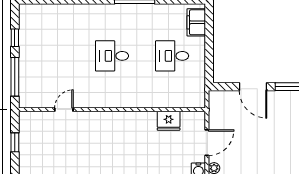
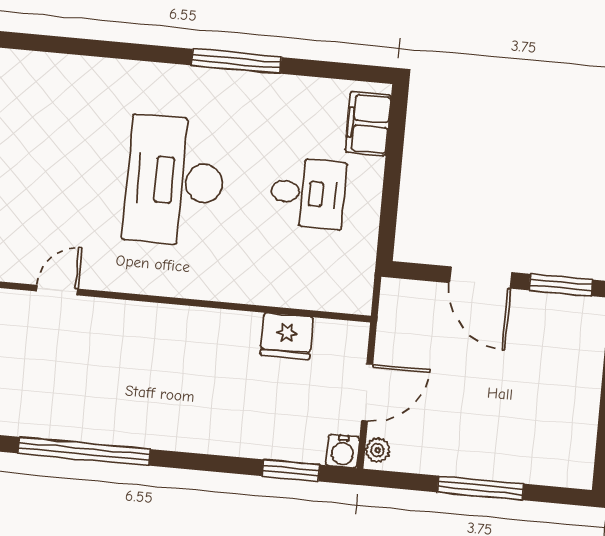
desk: (112, 56) -> (175, 181), width x1.87, depth x1.30
desk: (172, 56) -> (308, 193), turned 180

